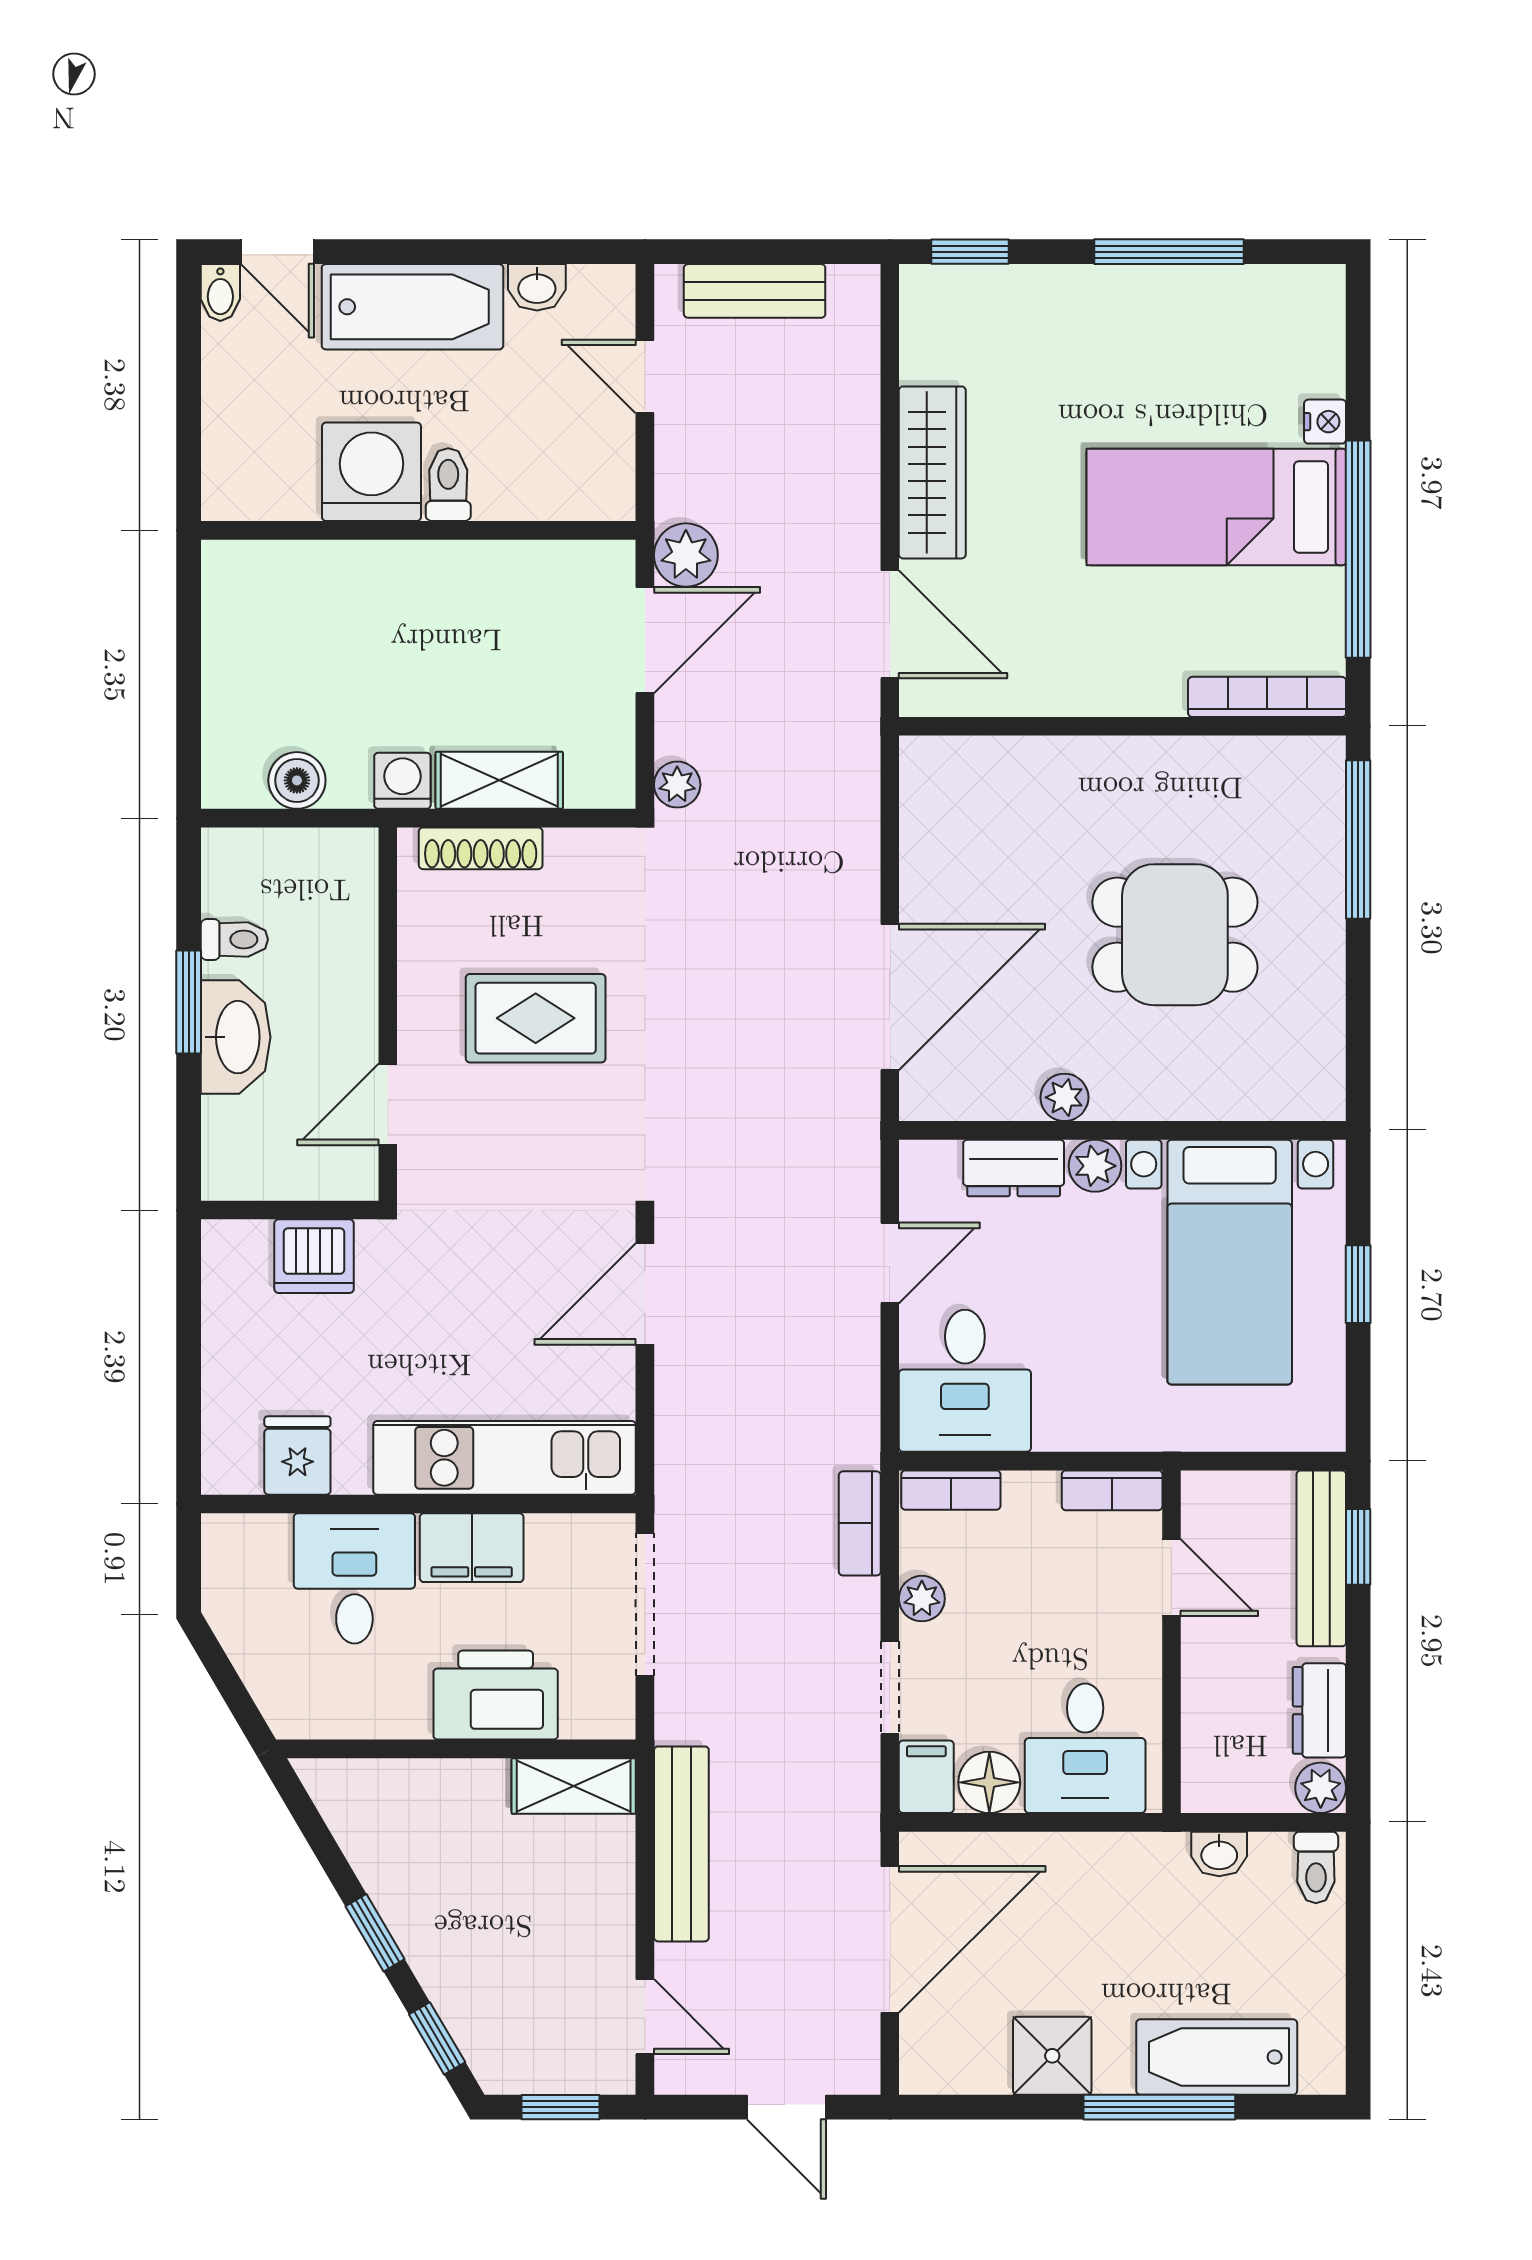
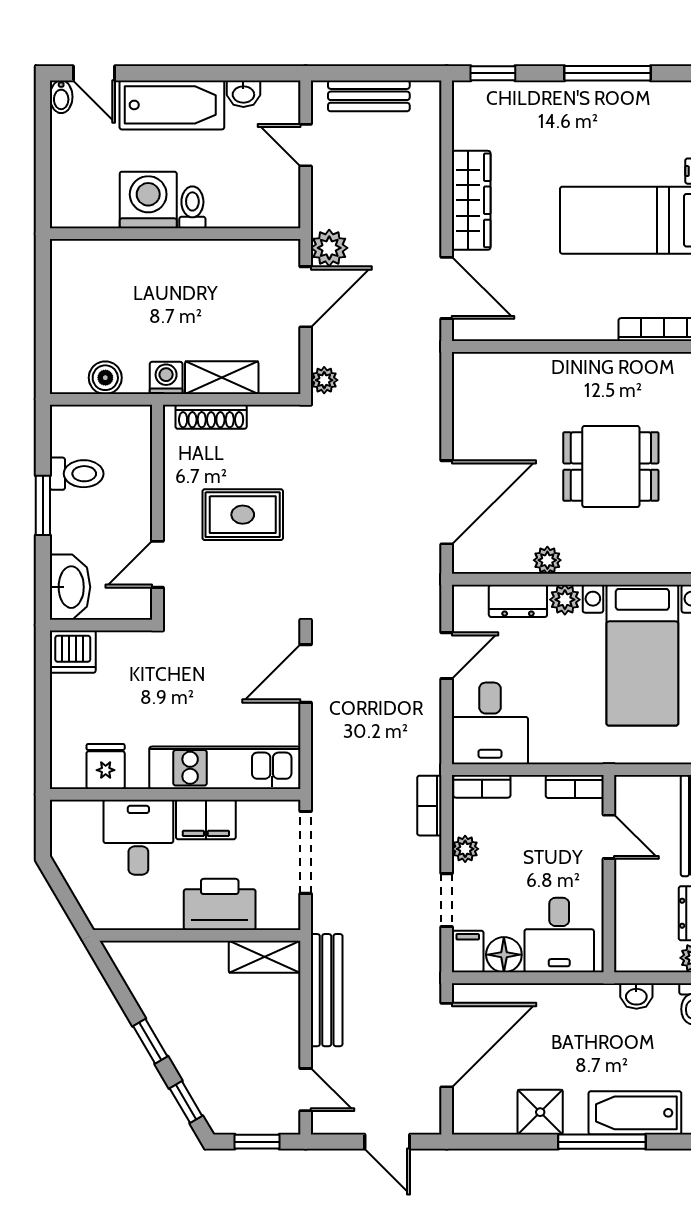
toilet: (234, 939) -> (77, 474), width x1.37, depth x1.39
washbasin: (236, 1037) -> (70, 587), moved
dishwasher: (314, 1256) -> (73, 652), moved

